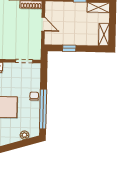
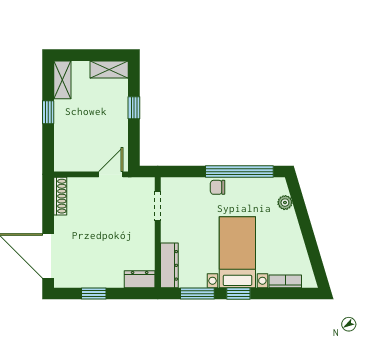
door: (43, 24) -> (111, 174), moved
window: (69, 48) -> (134, 108), moved

